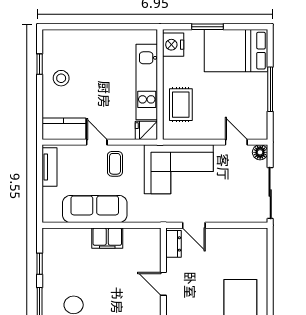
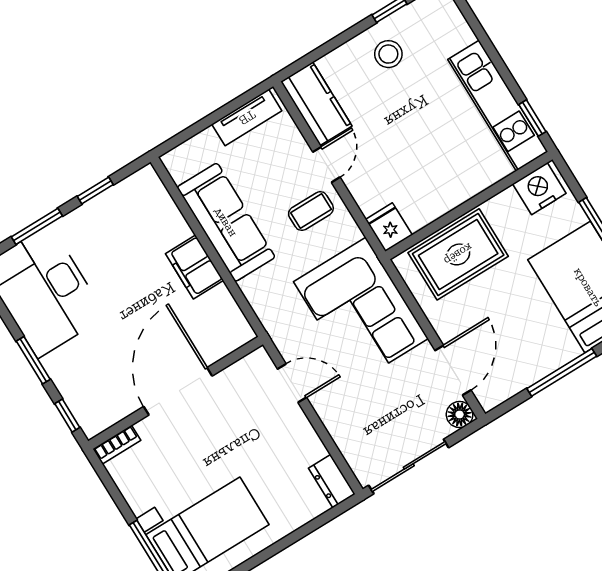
window: (136, 27) -> (532, 118), added
kitchen unit: (147, 82) -> (498, 106), moved, turned -90
rug: (181, 105) -> (458, 254), width x1.36, depth x1.43
door: (236, 142) -> (453, 370), width x1.38
door: (194, 225) -> (292, 383), swing flipped
dresser: (173, 244) -> (332, 481), moved, turned 90
door: (163, 284) -> (178, 391), width x1.87

